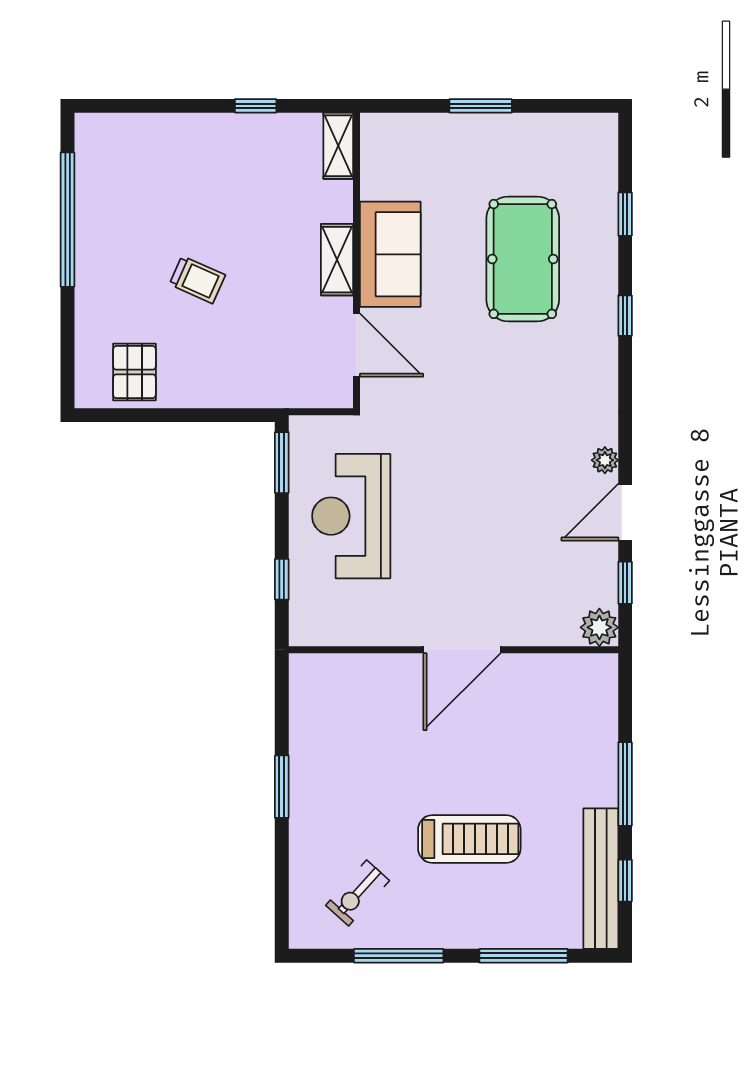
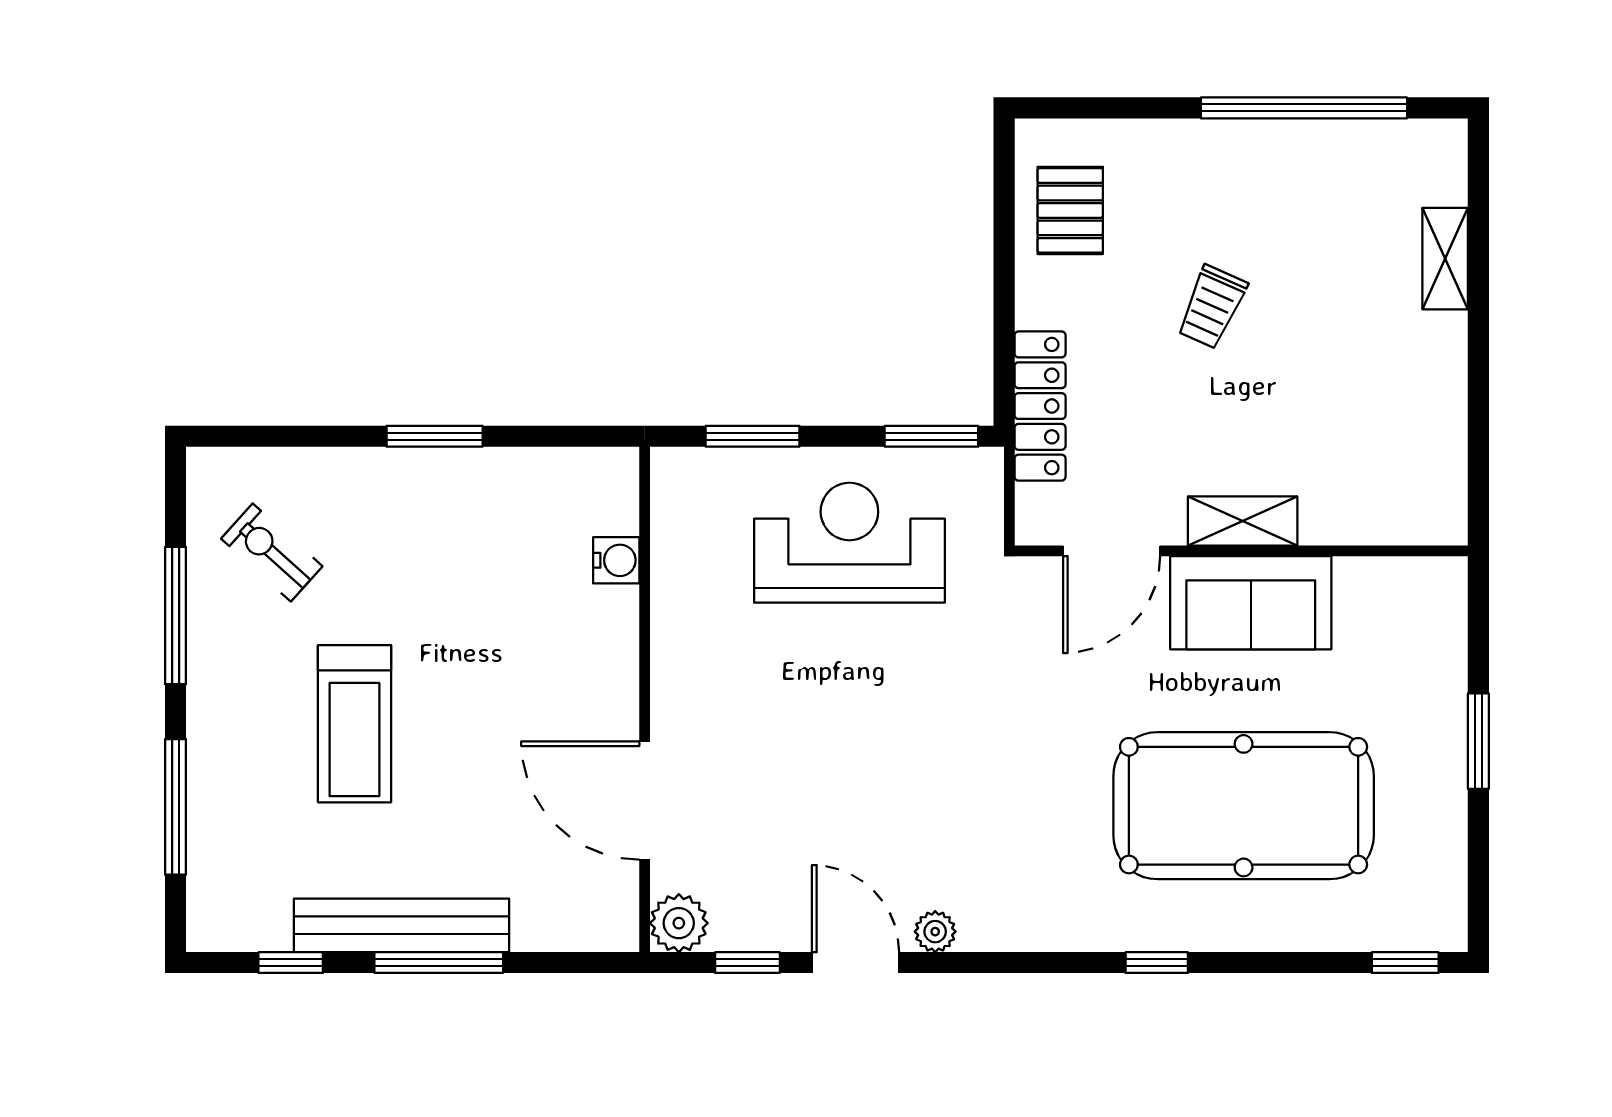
window: (256, 106) -> (1478, 396), removed
shelving: (338, 146) -> (1445, 259), moved, turned 90
window: (625, 214) -> (1405, 963), moved
pool table: (523, 259) -> (1244, 806), width x1.36, depth x1.32
pallet: (134, 372) -> (1070, 210), turned 90
locker: (262, 392) -> (1040, 406), added
window: (282, 579) -> (753, 436), width x1.50
door: (462, 650) -> (645, 800), moved
water cooler: (363, 668) -> (616, 560), added
bench: (601, 879) -> (402, 925), moved

